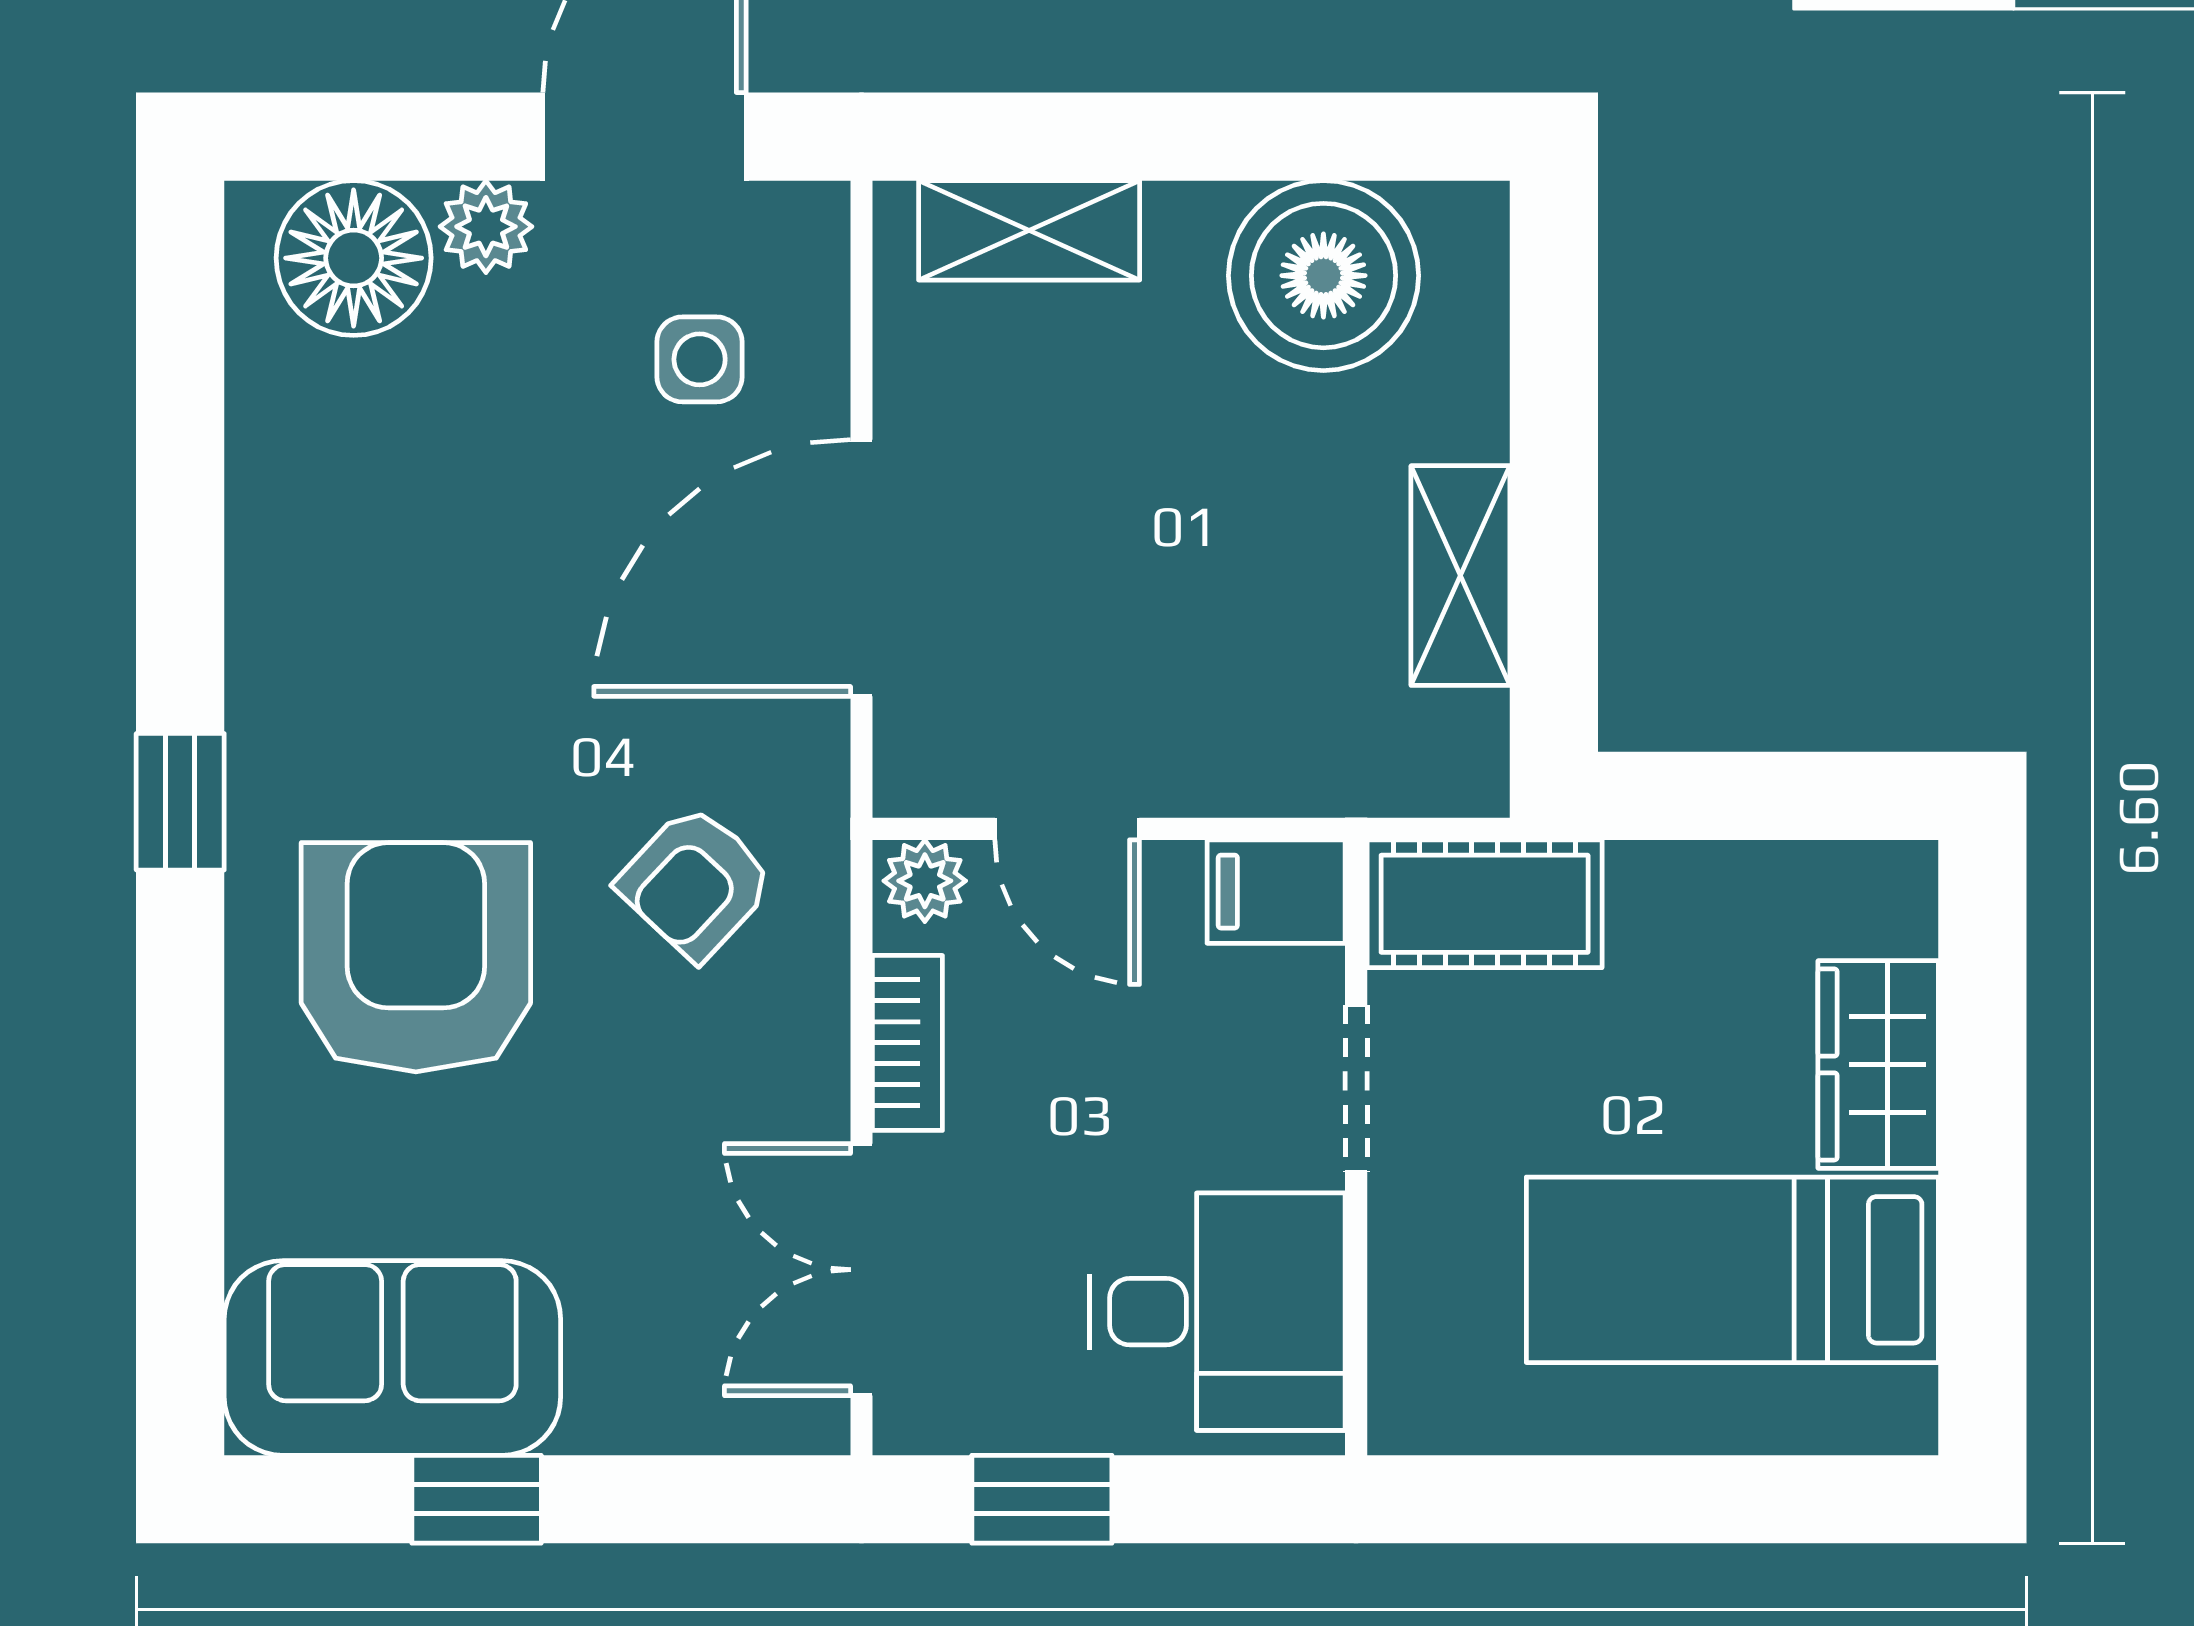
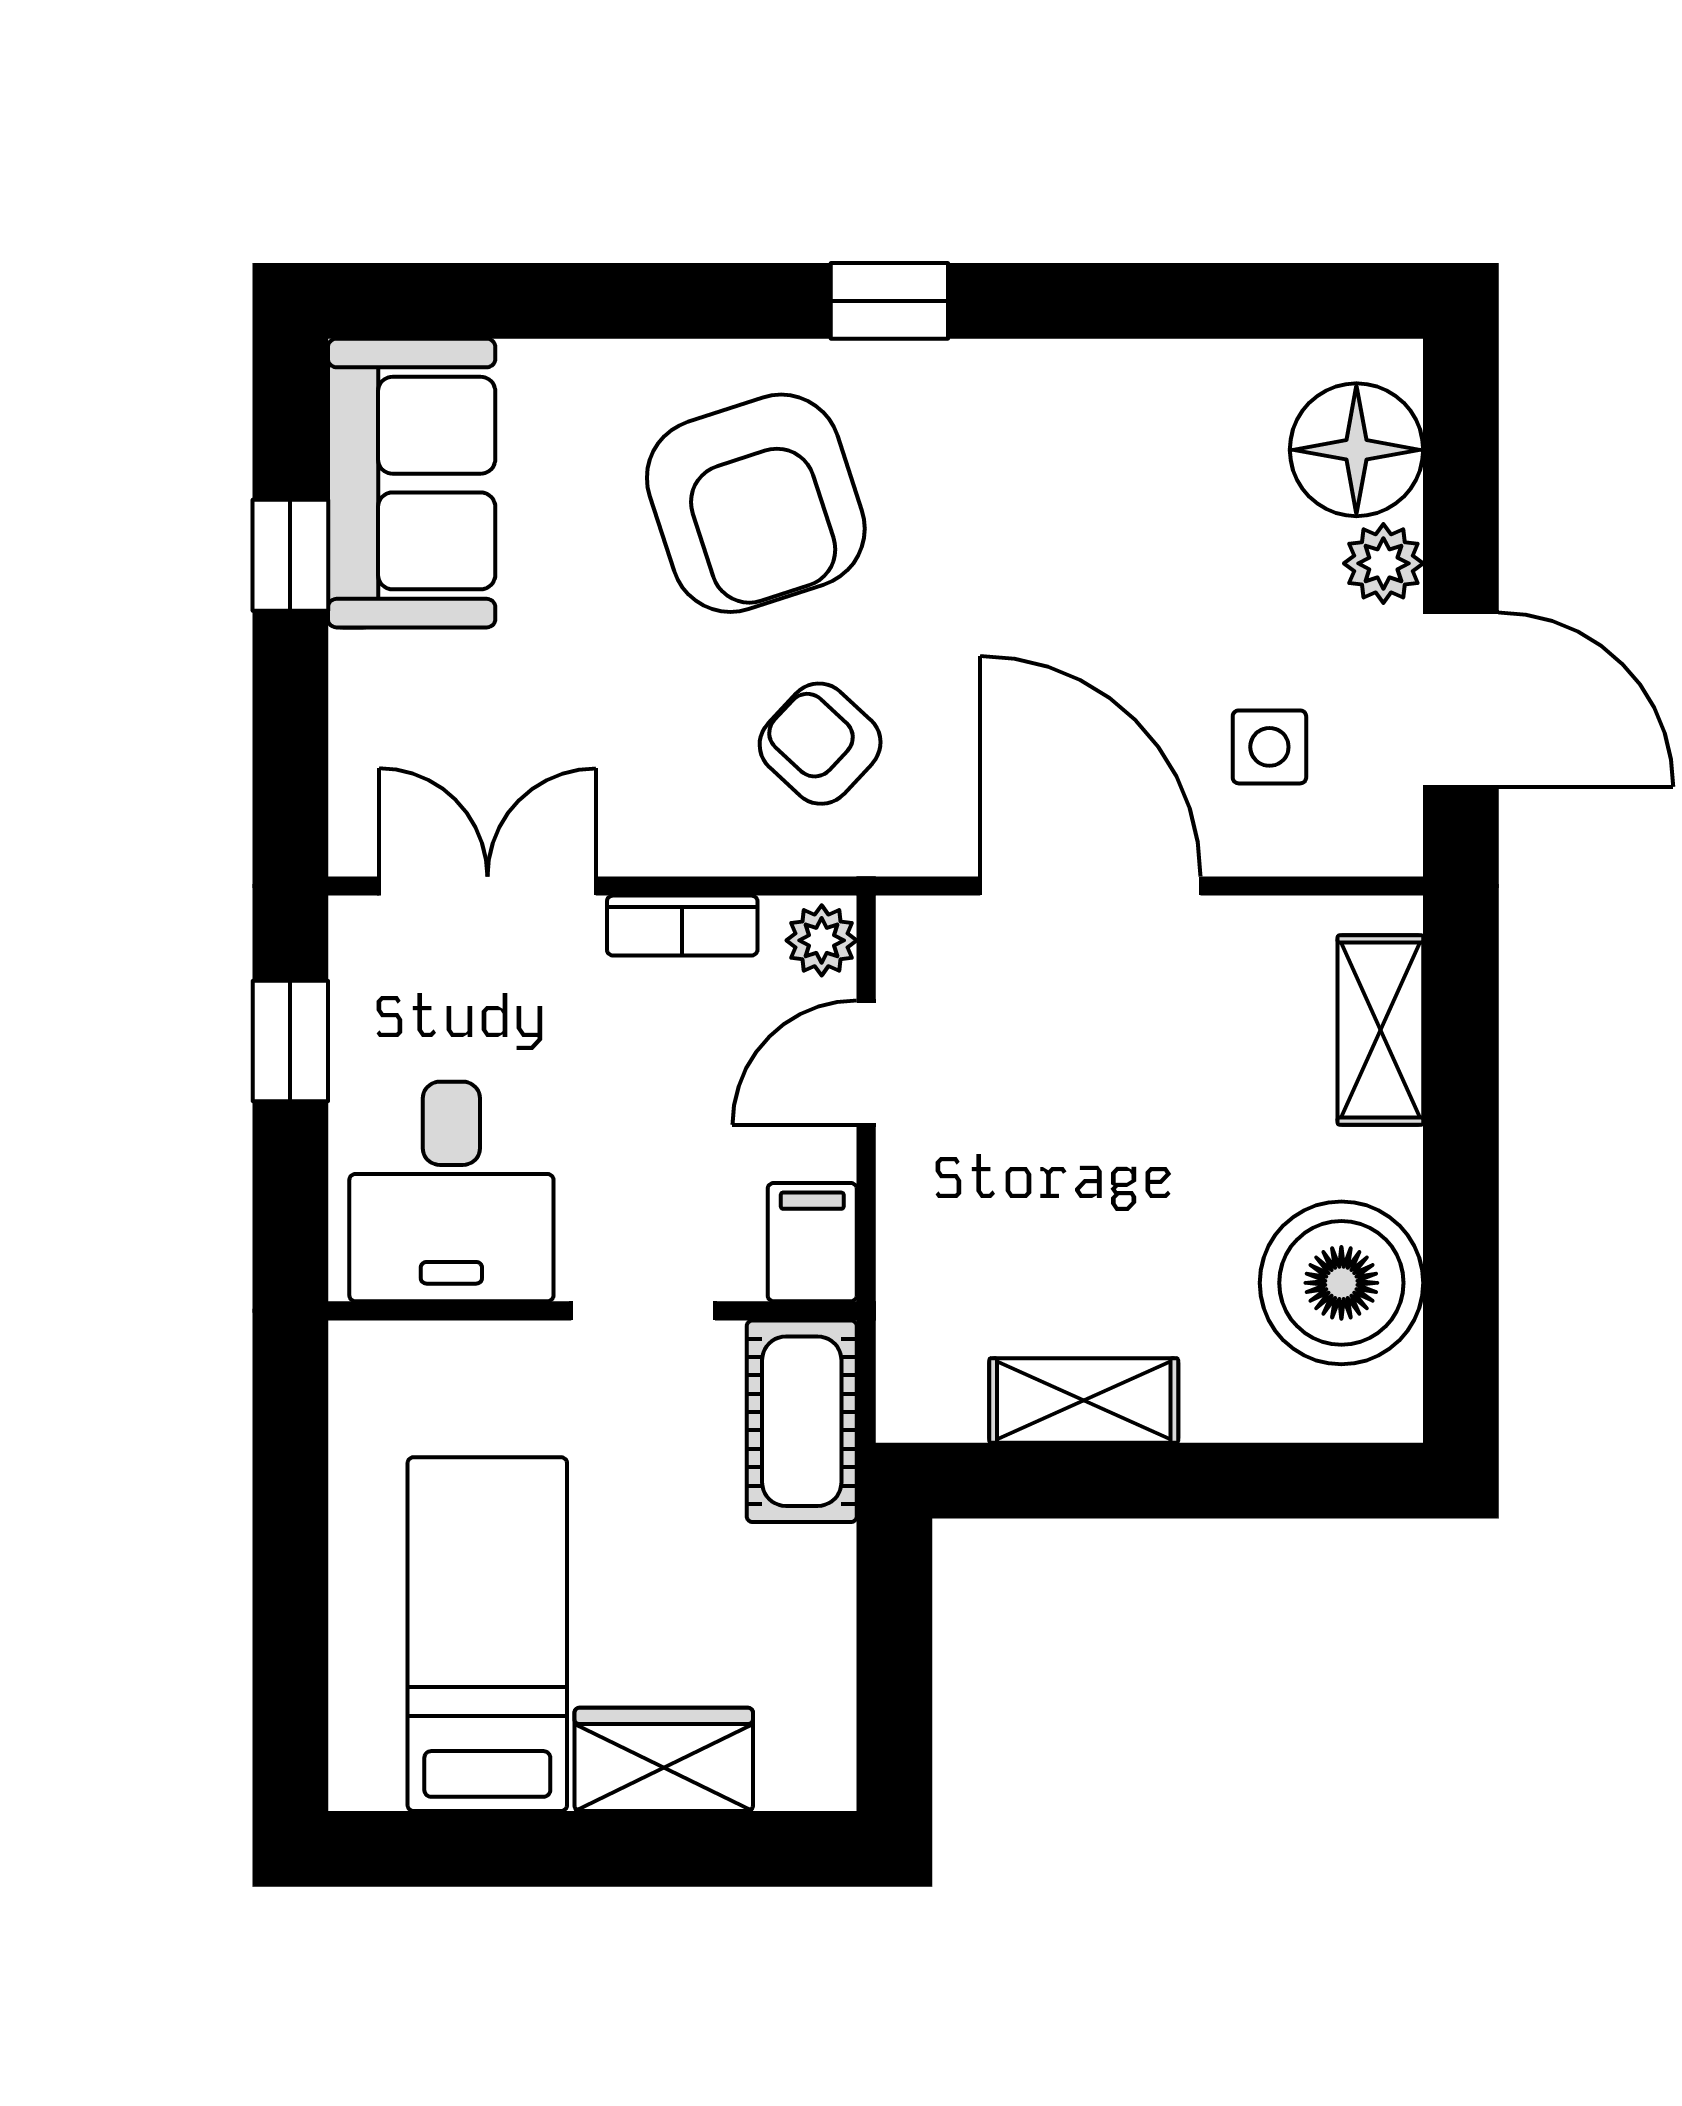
armchair: (416, 957) -> (756, 503), turned 72

